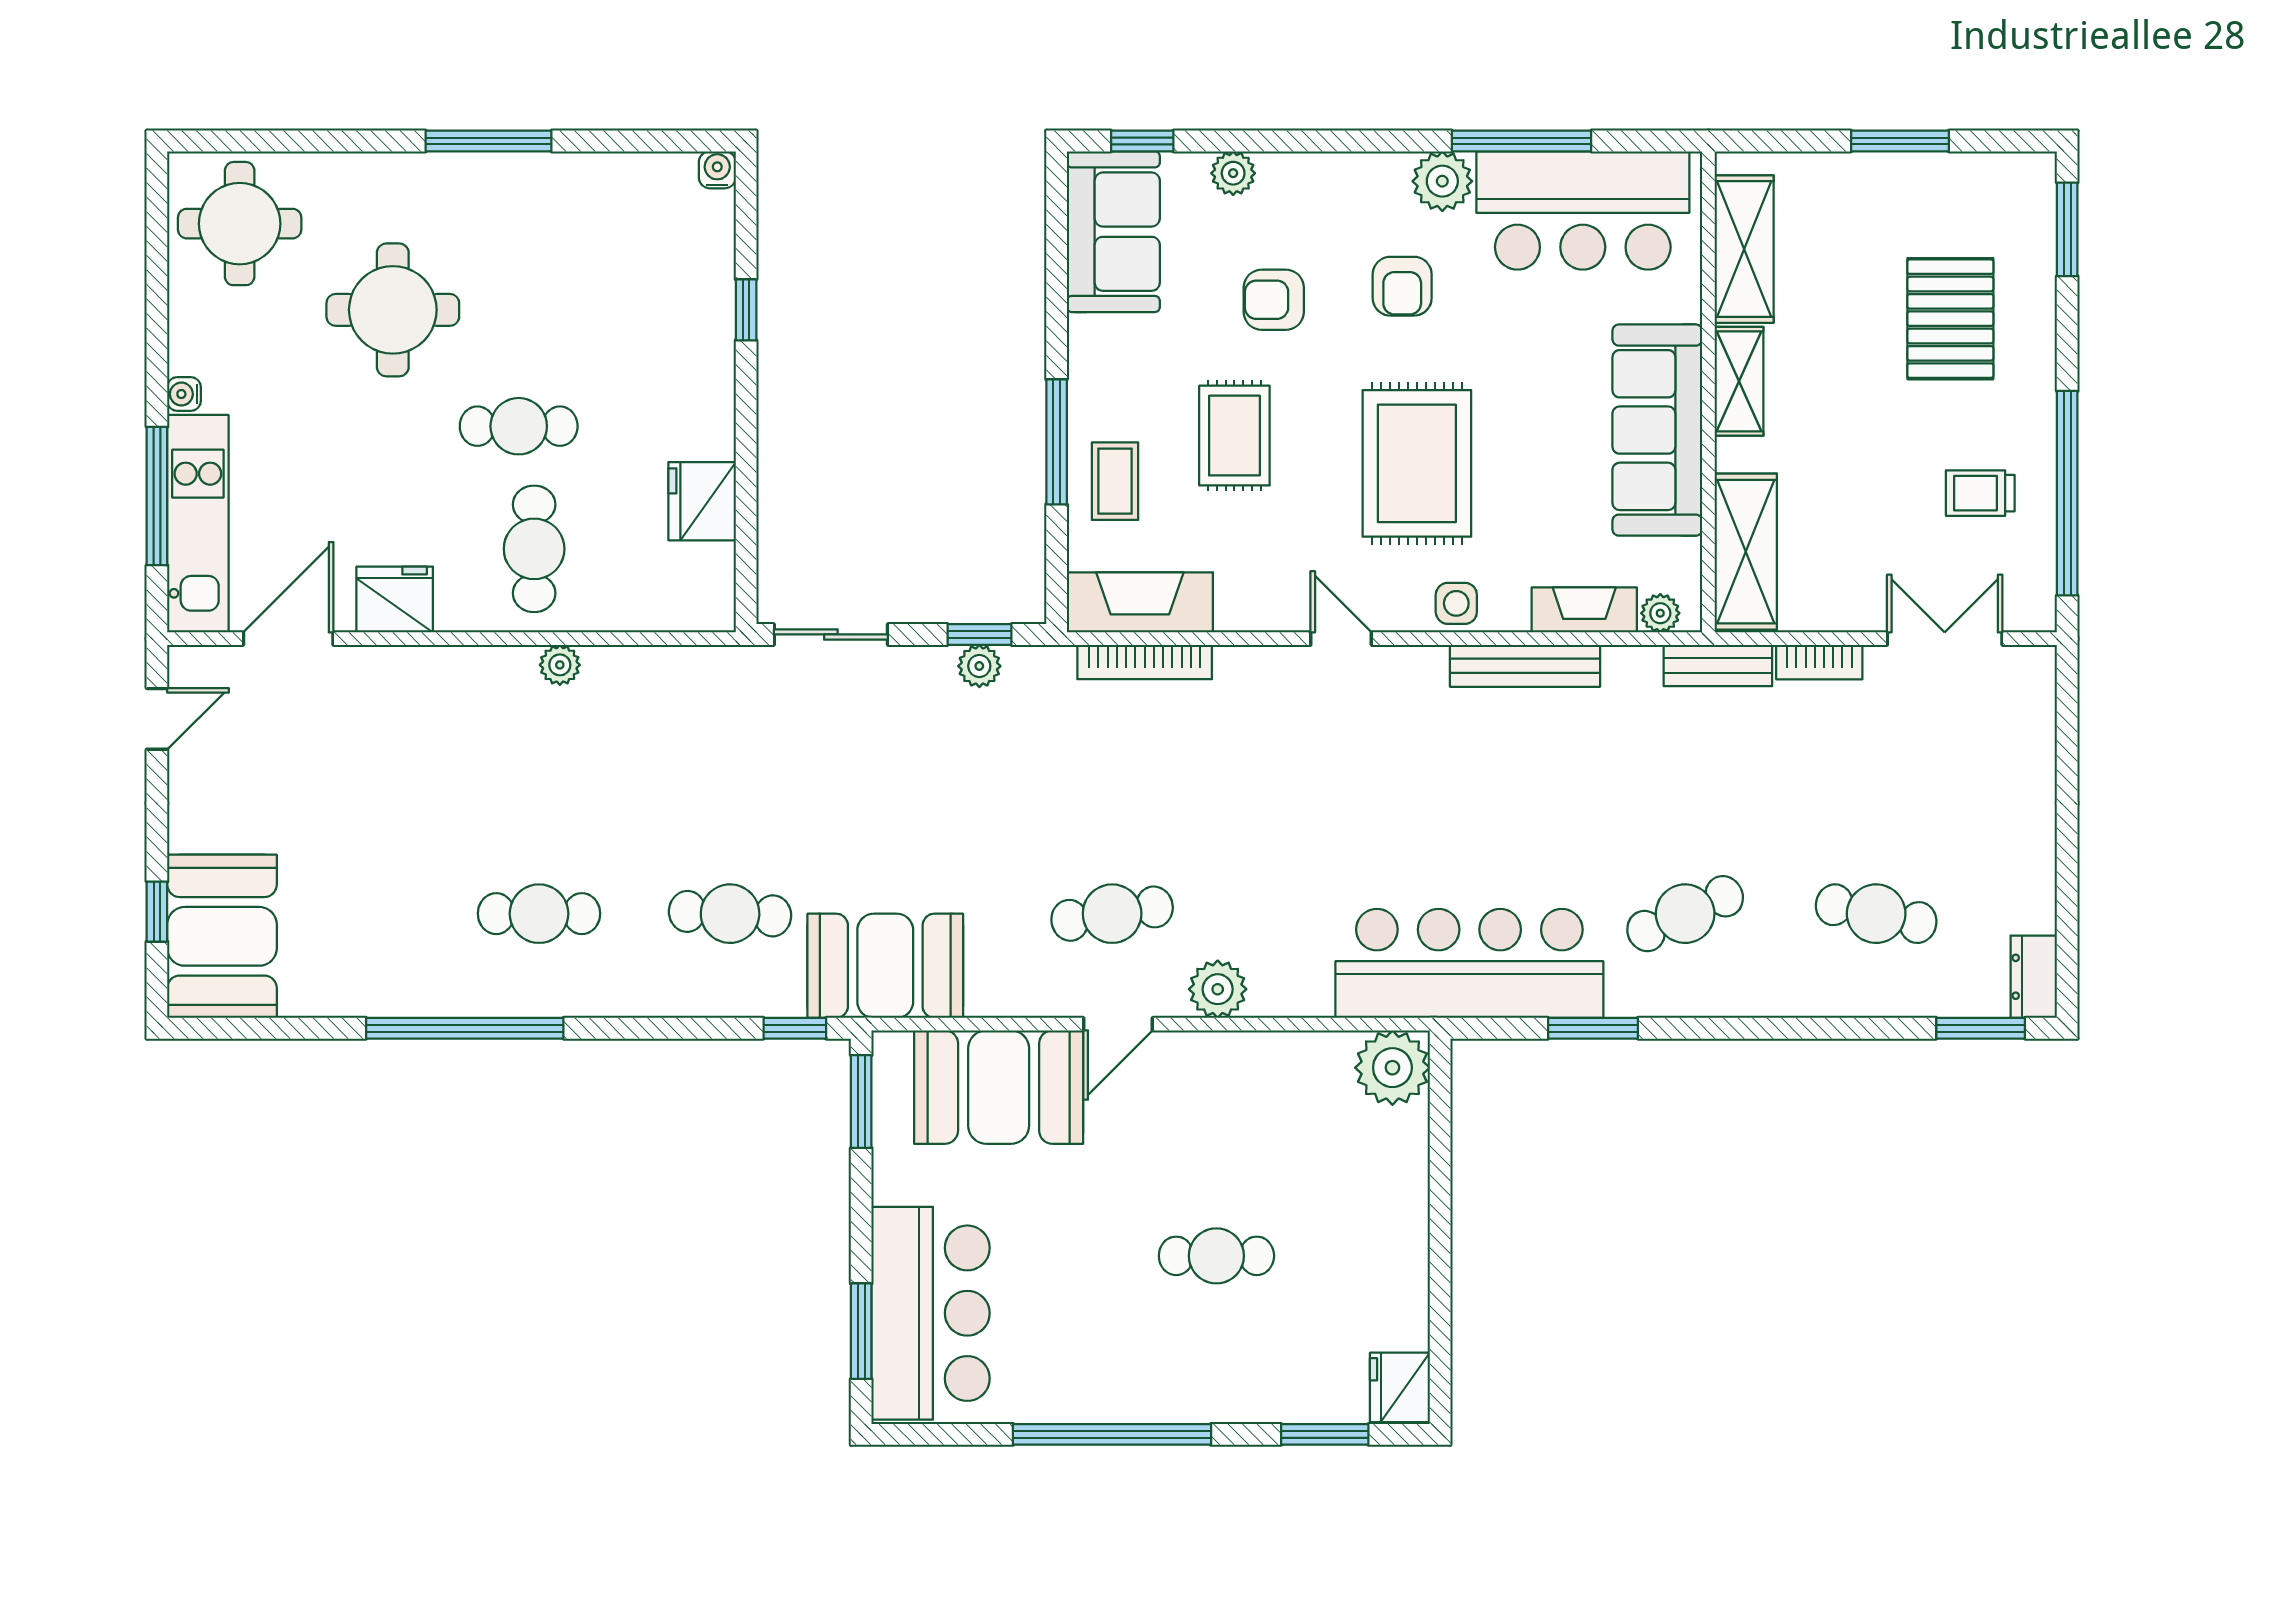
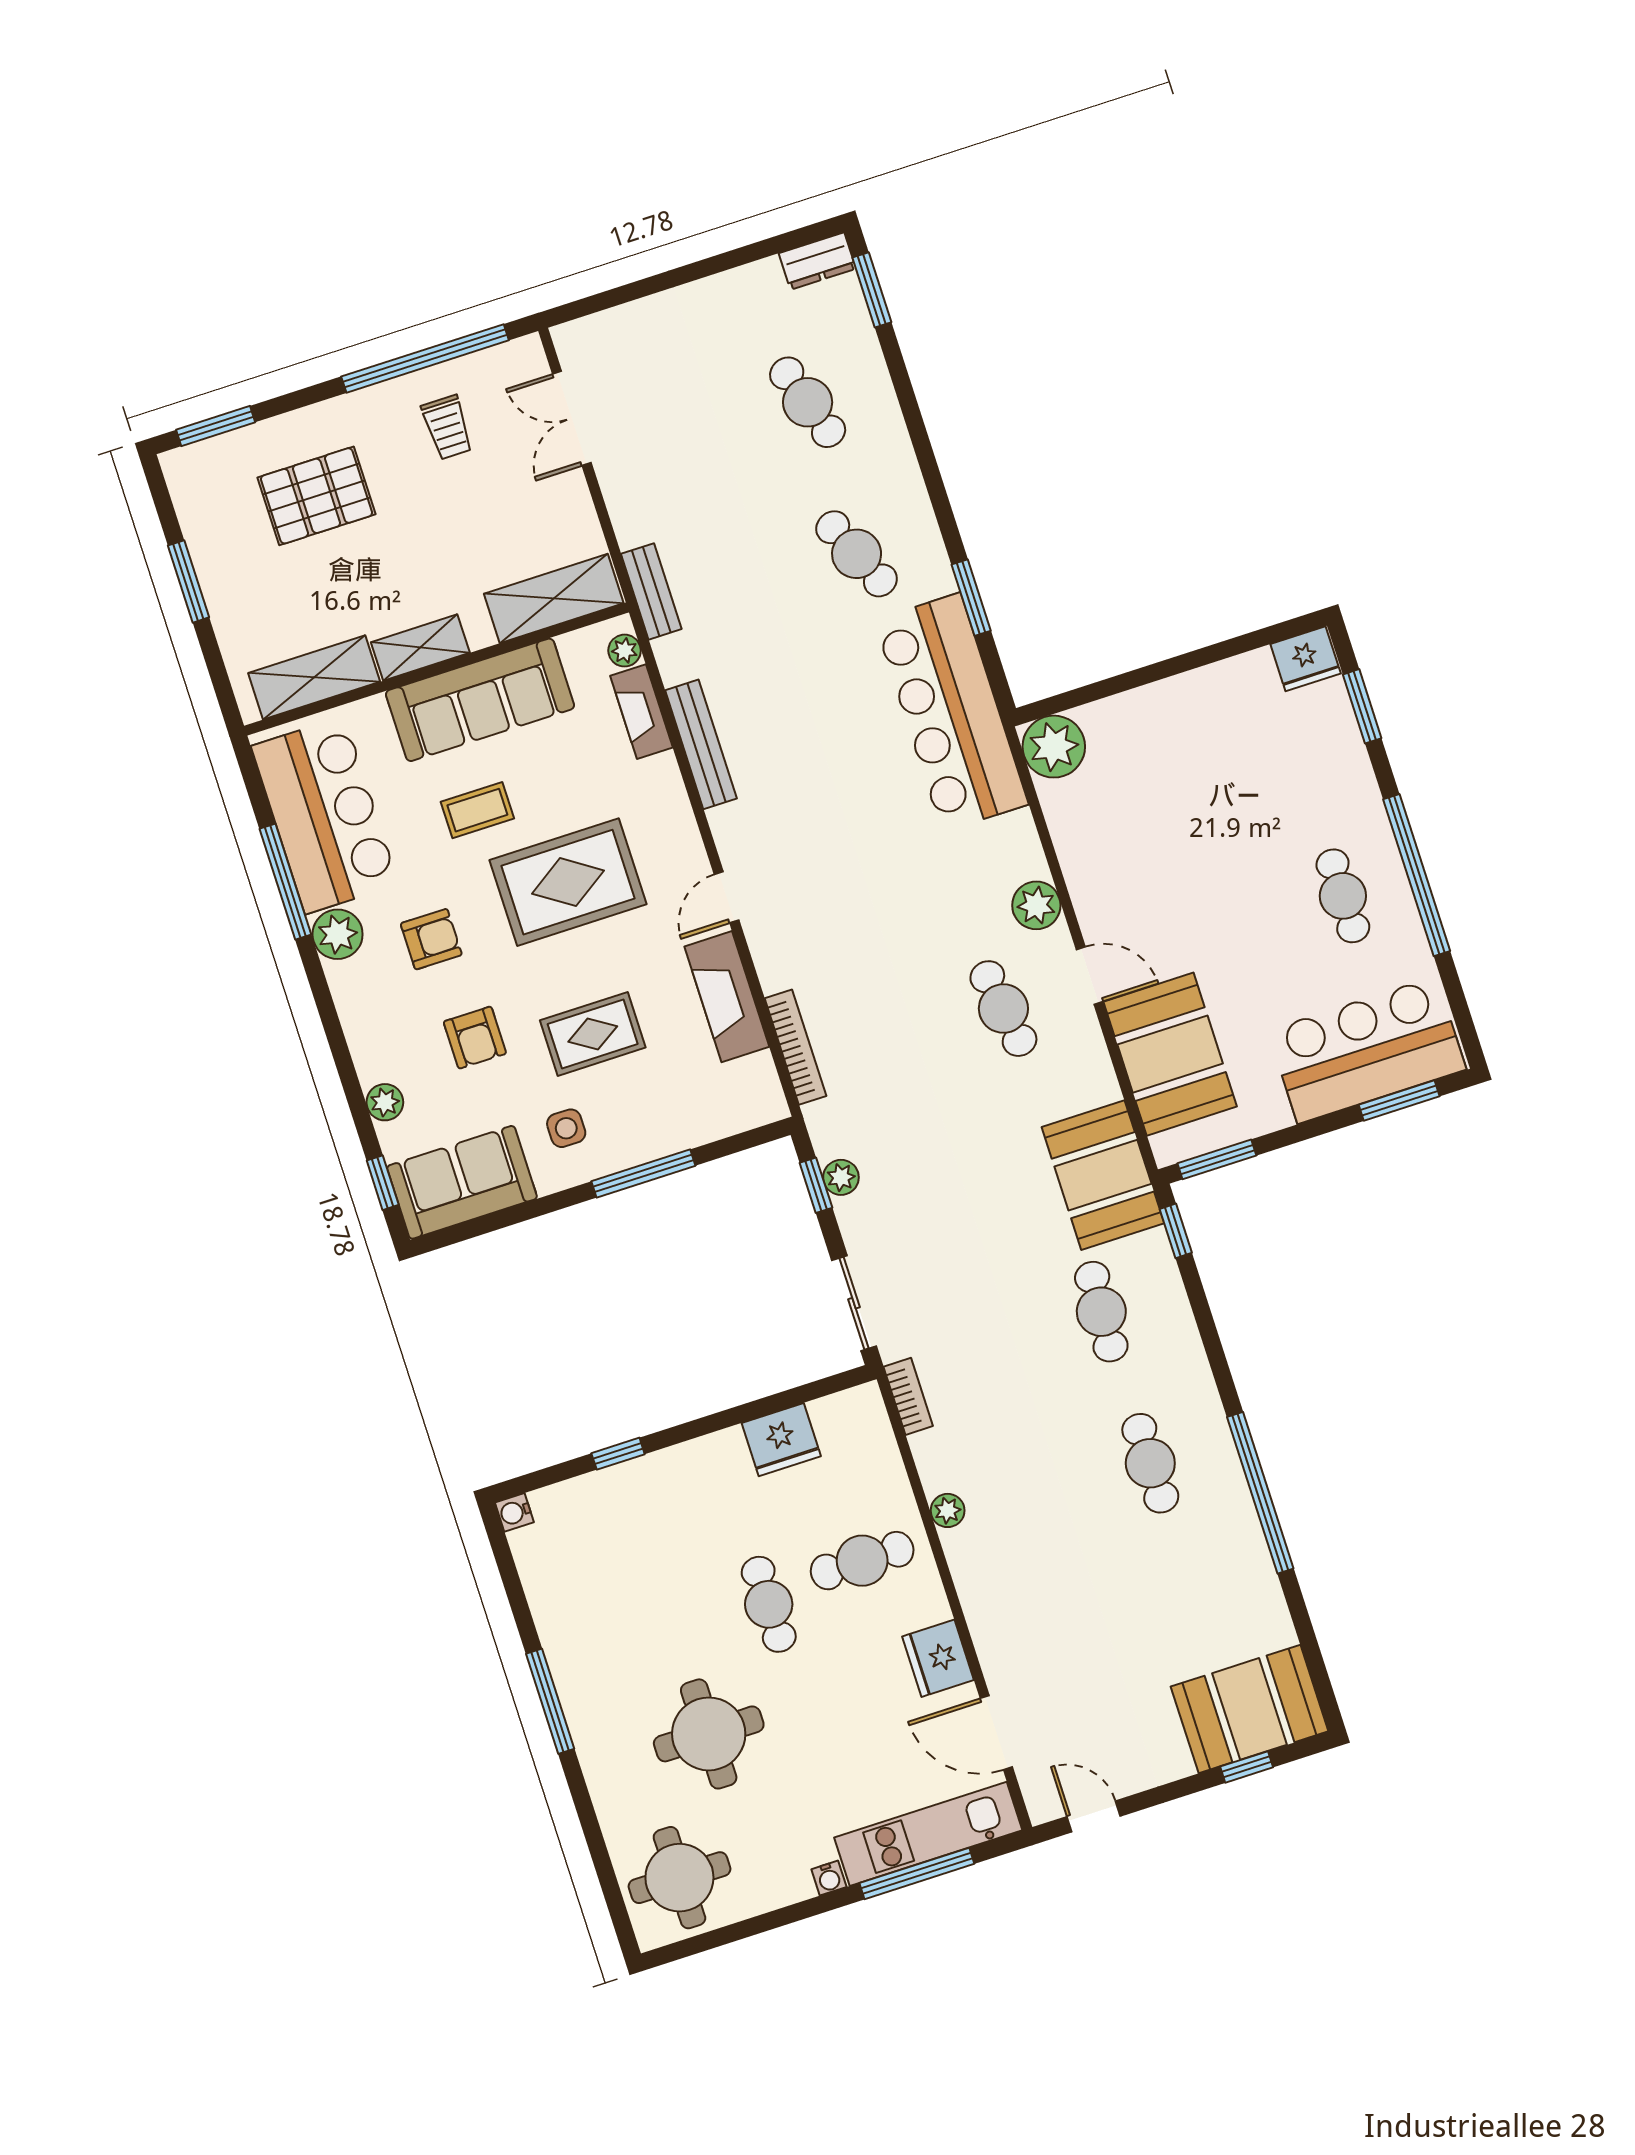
coffee table: (1115, 481) -> (477, 810), moved
fireplace: (1140, 602) -> (727, 997), moved
side table: (1456, 603) -> (566, 1128), moved
bookcase: (1819, 662) -> (908, 1396), moved
cafe table: (1876, 914) -> (808, 402), turned -30
cafe table: (1216, 1256) -> (1343, 896), moved

